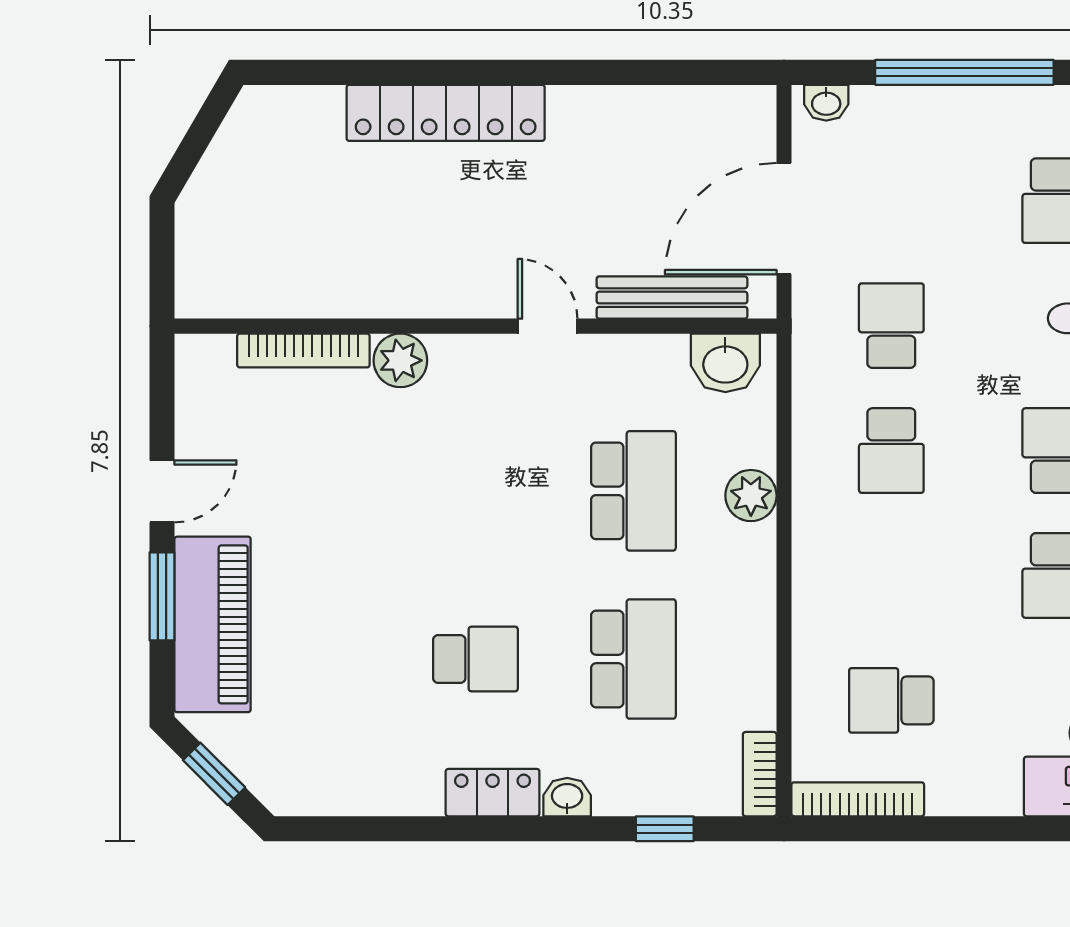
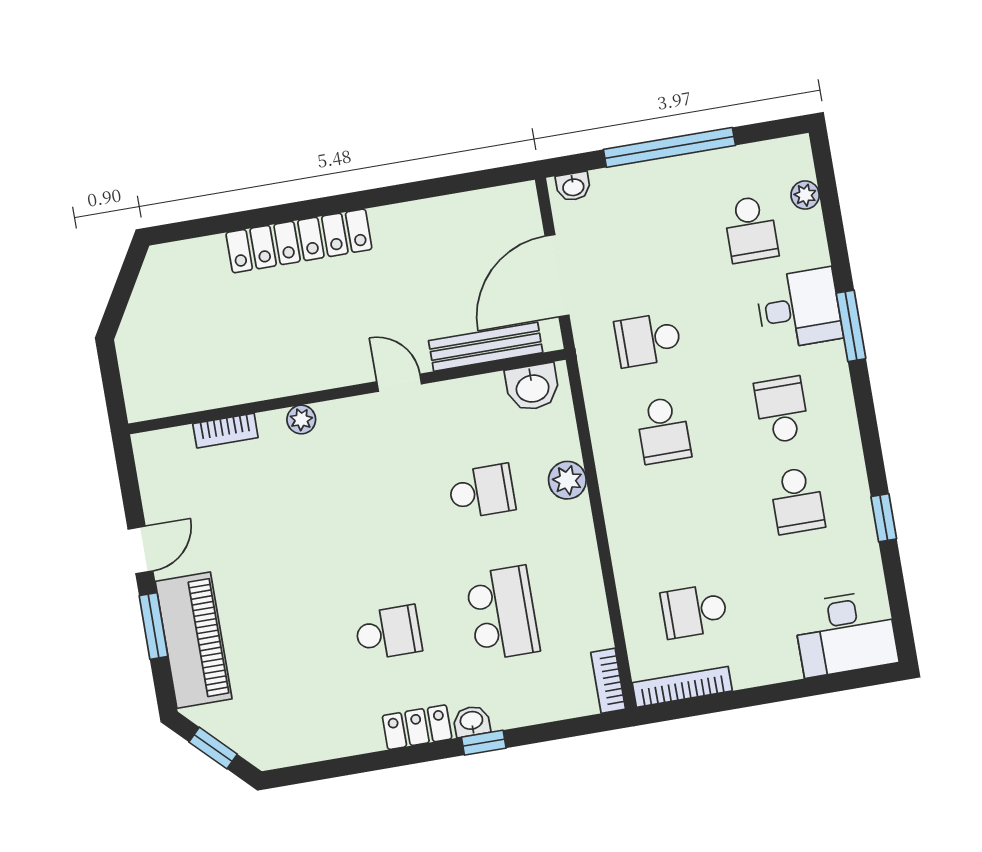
school desk: (891, 326) -> (648, 340), turned -90
bookcase: (303, 351) -> (225, 431), width x0.64
plant: (400, 360) -> (301, 420), width x0.73, depth x0.73
school desk: (633, 491) -> (482, 491), width x0.54
window: (665, 829) -> (484, 743), moved

